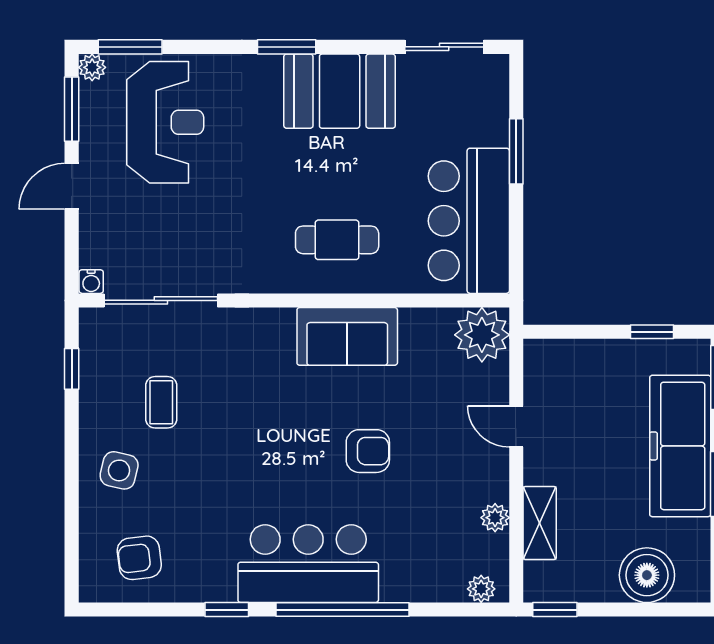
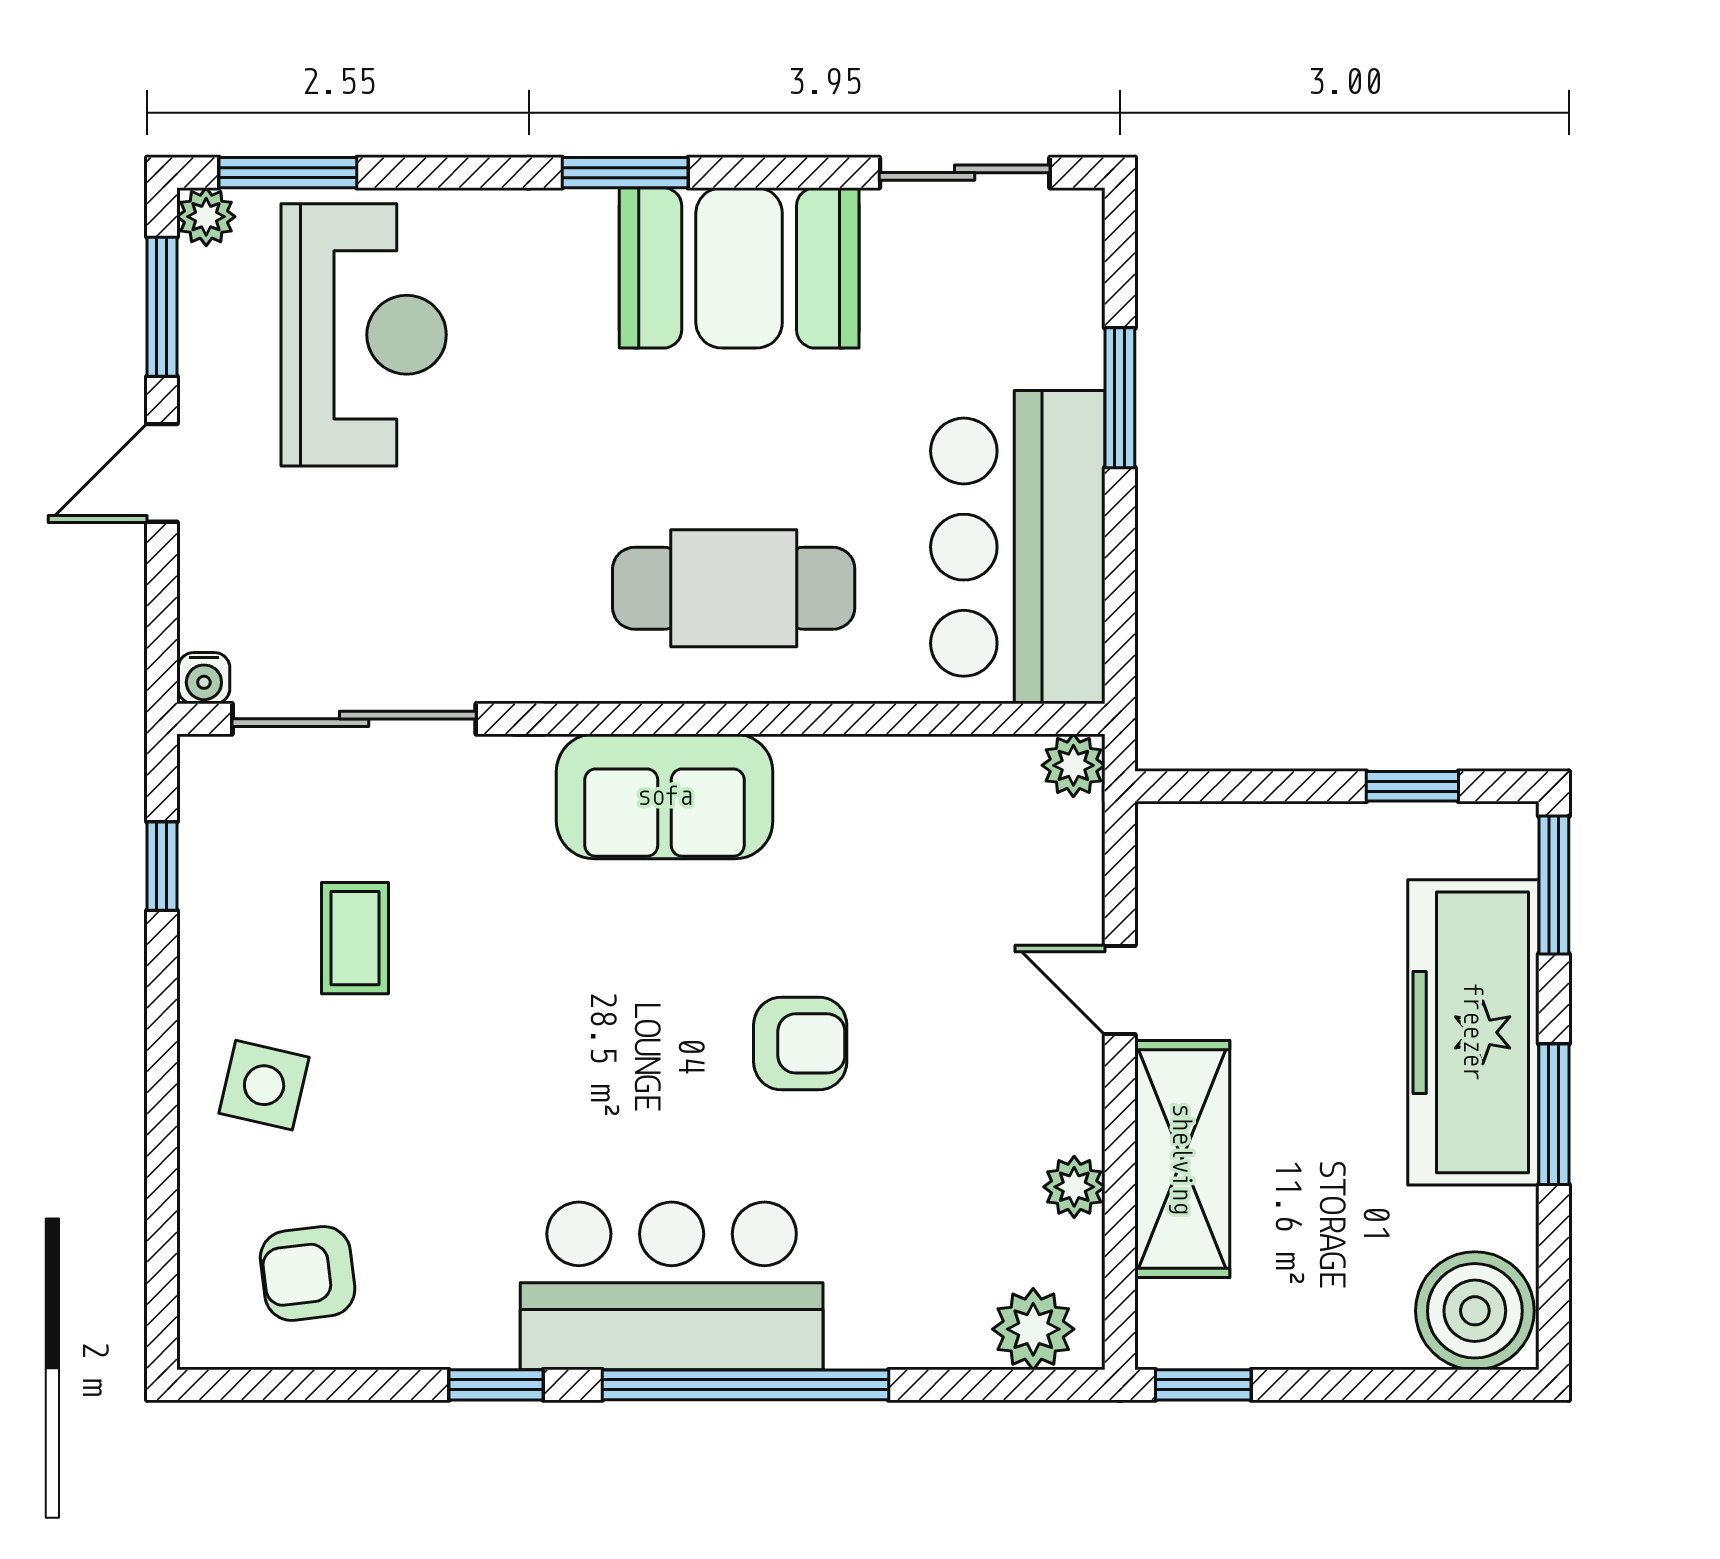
cafe table: (337, 240) -> (734, 588), width x1.37, depth x1.35
plant: (482, 335) -> (1073, 765), width x0.53, depth x0.53
sofa: (347, 336) -> (665, 796), moved
shelving: (540, 523) -> (1182, 1159), width x1.50, depth x1.33
boiler: (647, 575) -> (1475, 1311), moved
plant: (481, 589) -> (1033, 1329), width x1.38, depth x1.38

